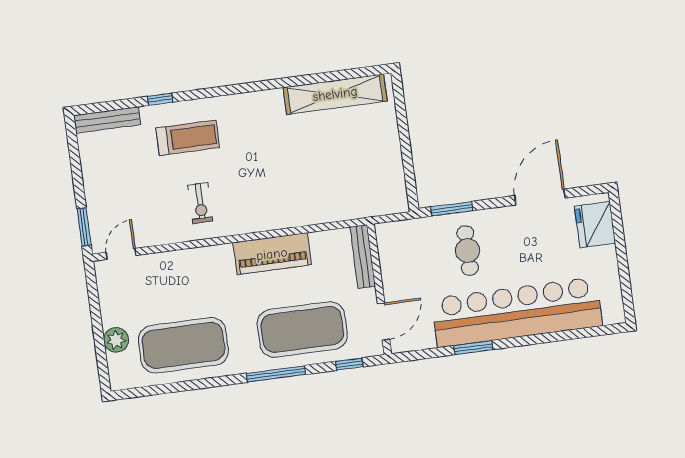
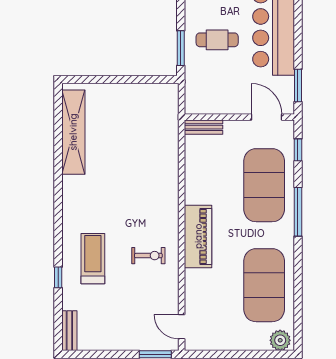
bench: (107, 120) -> (69, 331), width x0.73
piano: (272, 254) -> (198, 236), moved
bench: (363, 256) -> (204, 127), width x0.73
plant: (116, 340) -> (280, 340), moved
window: (473, 348) -> (298, 86), moved

